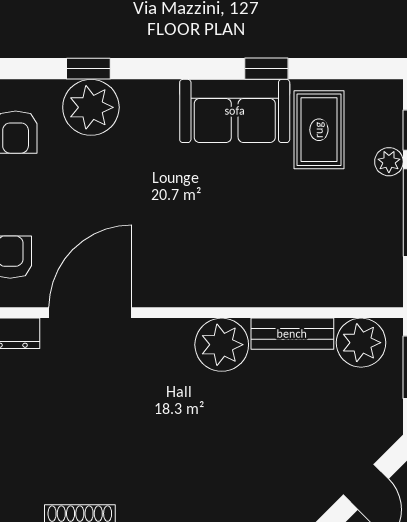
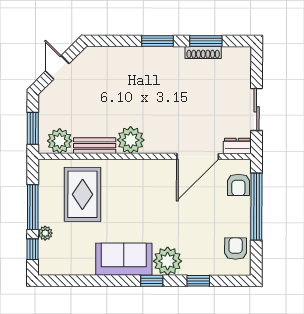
window: (266, 69) -> (152, 281), moved
plant: (91, 107) -> (168, 261), moved
rug: (319, 130) -> (82, 194), moved, width x1.36, depth x1.43

